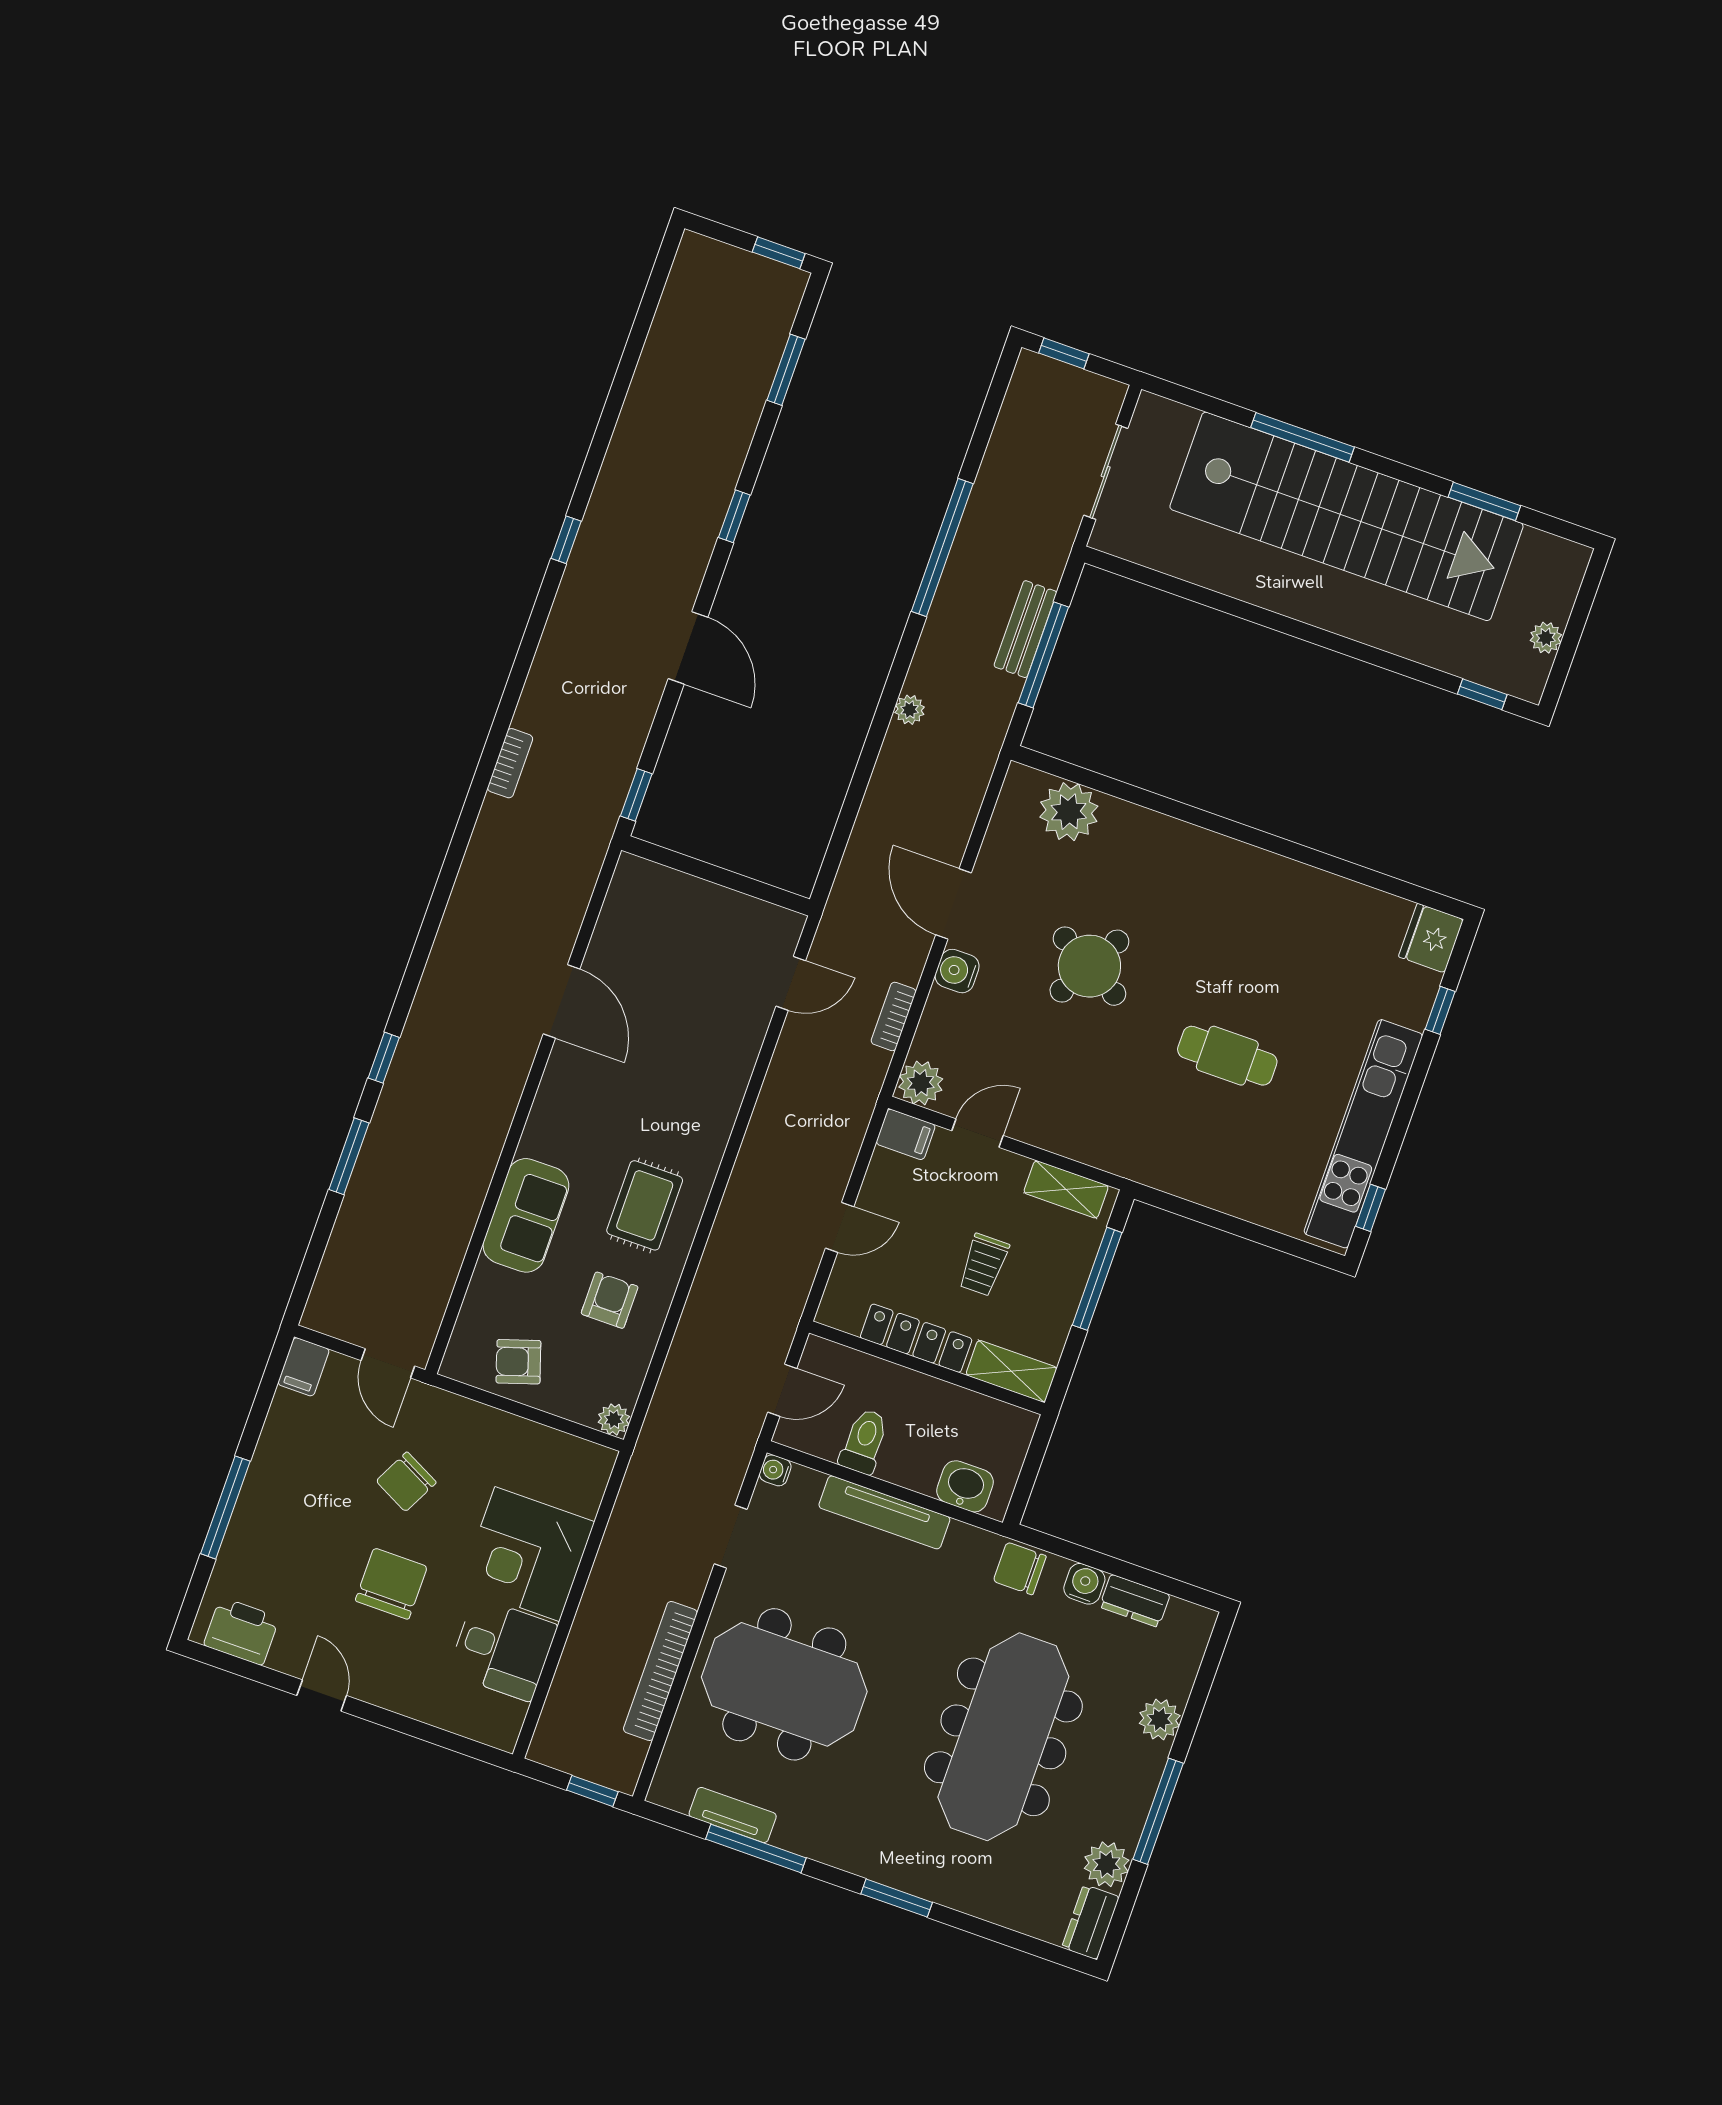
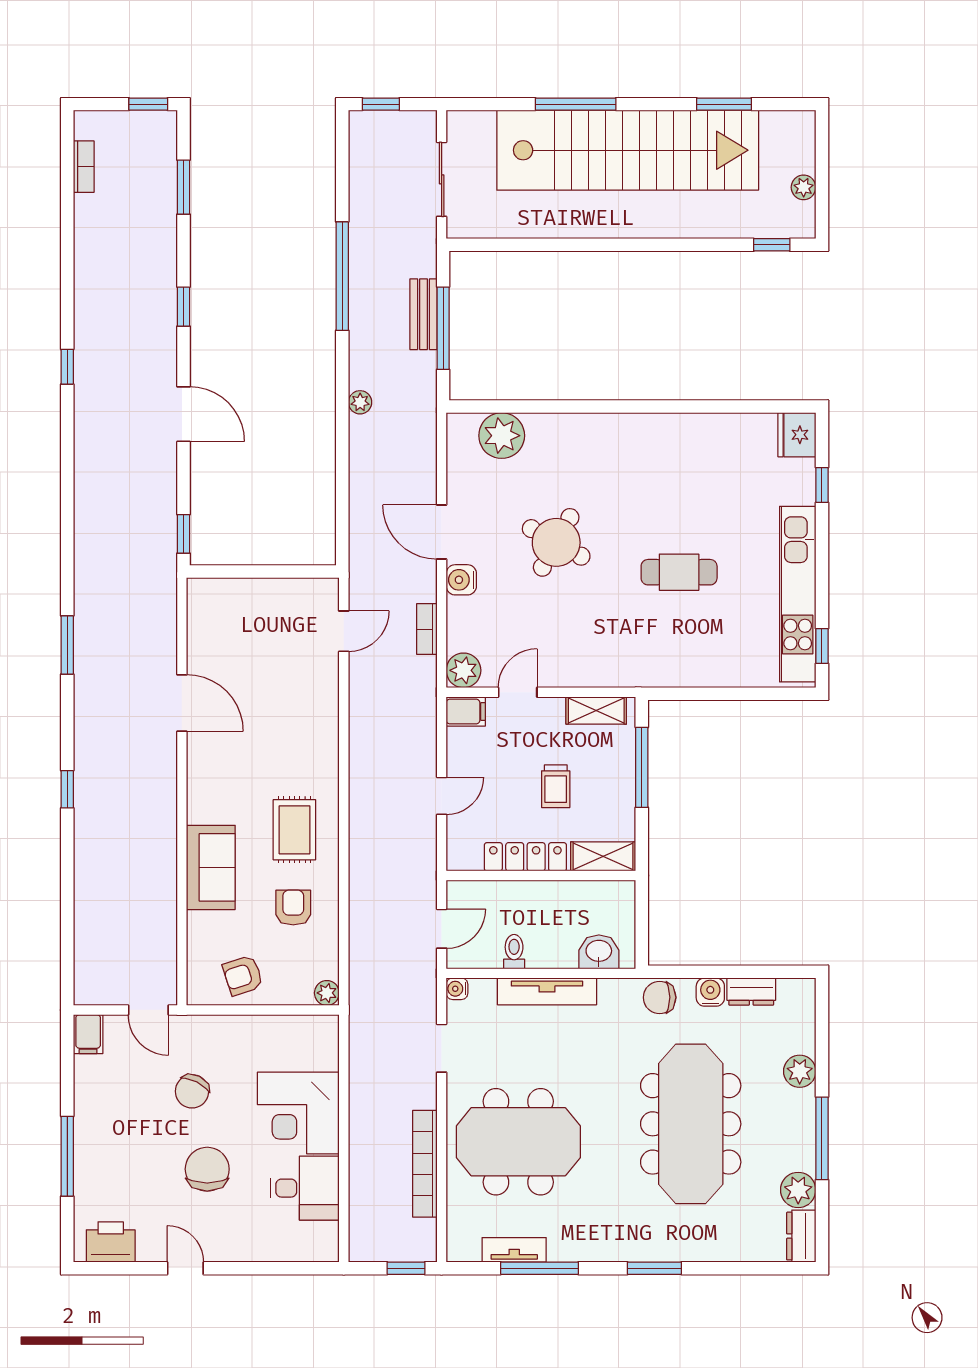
bookcase: (510, 763) -> (84, 167), moved
window: (349, 1156) -> (67, 645), moved
toilet: (864, 1441) -> (514, 952), width x0.73, depth x0.72

